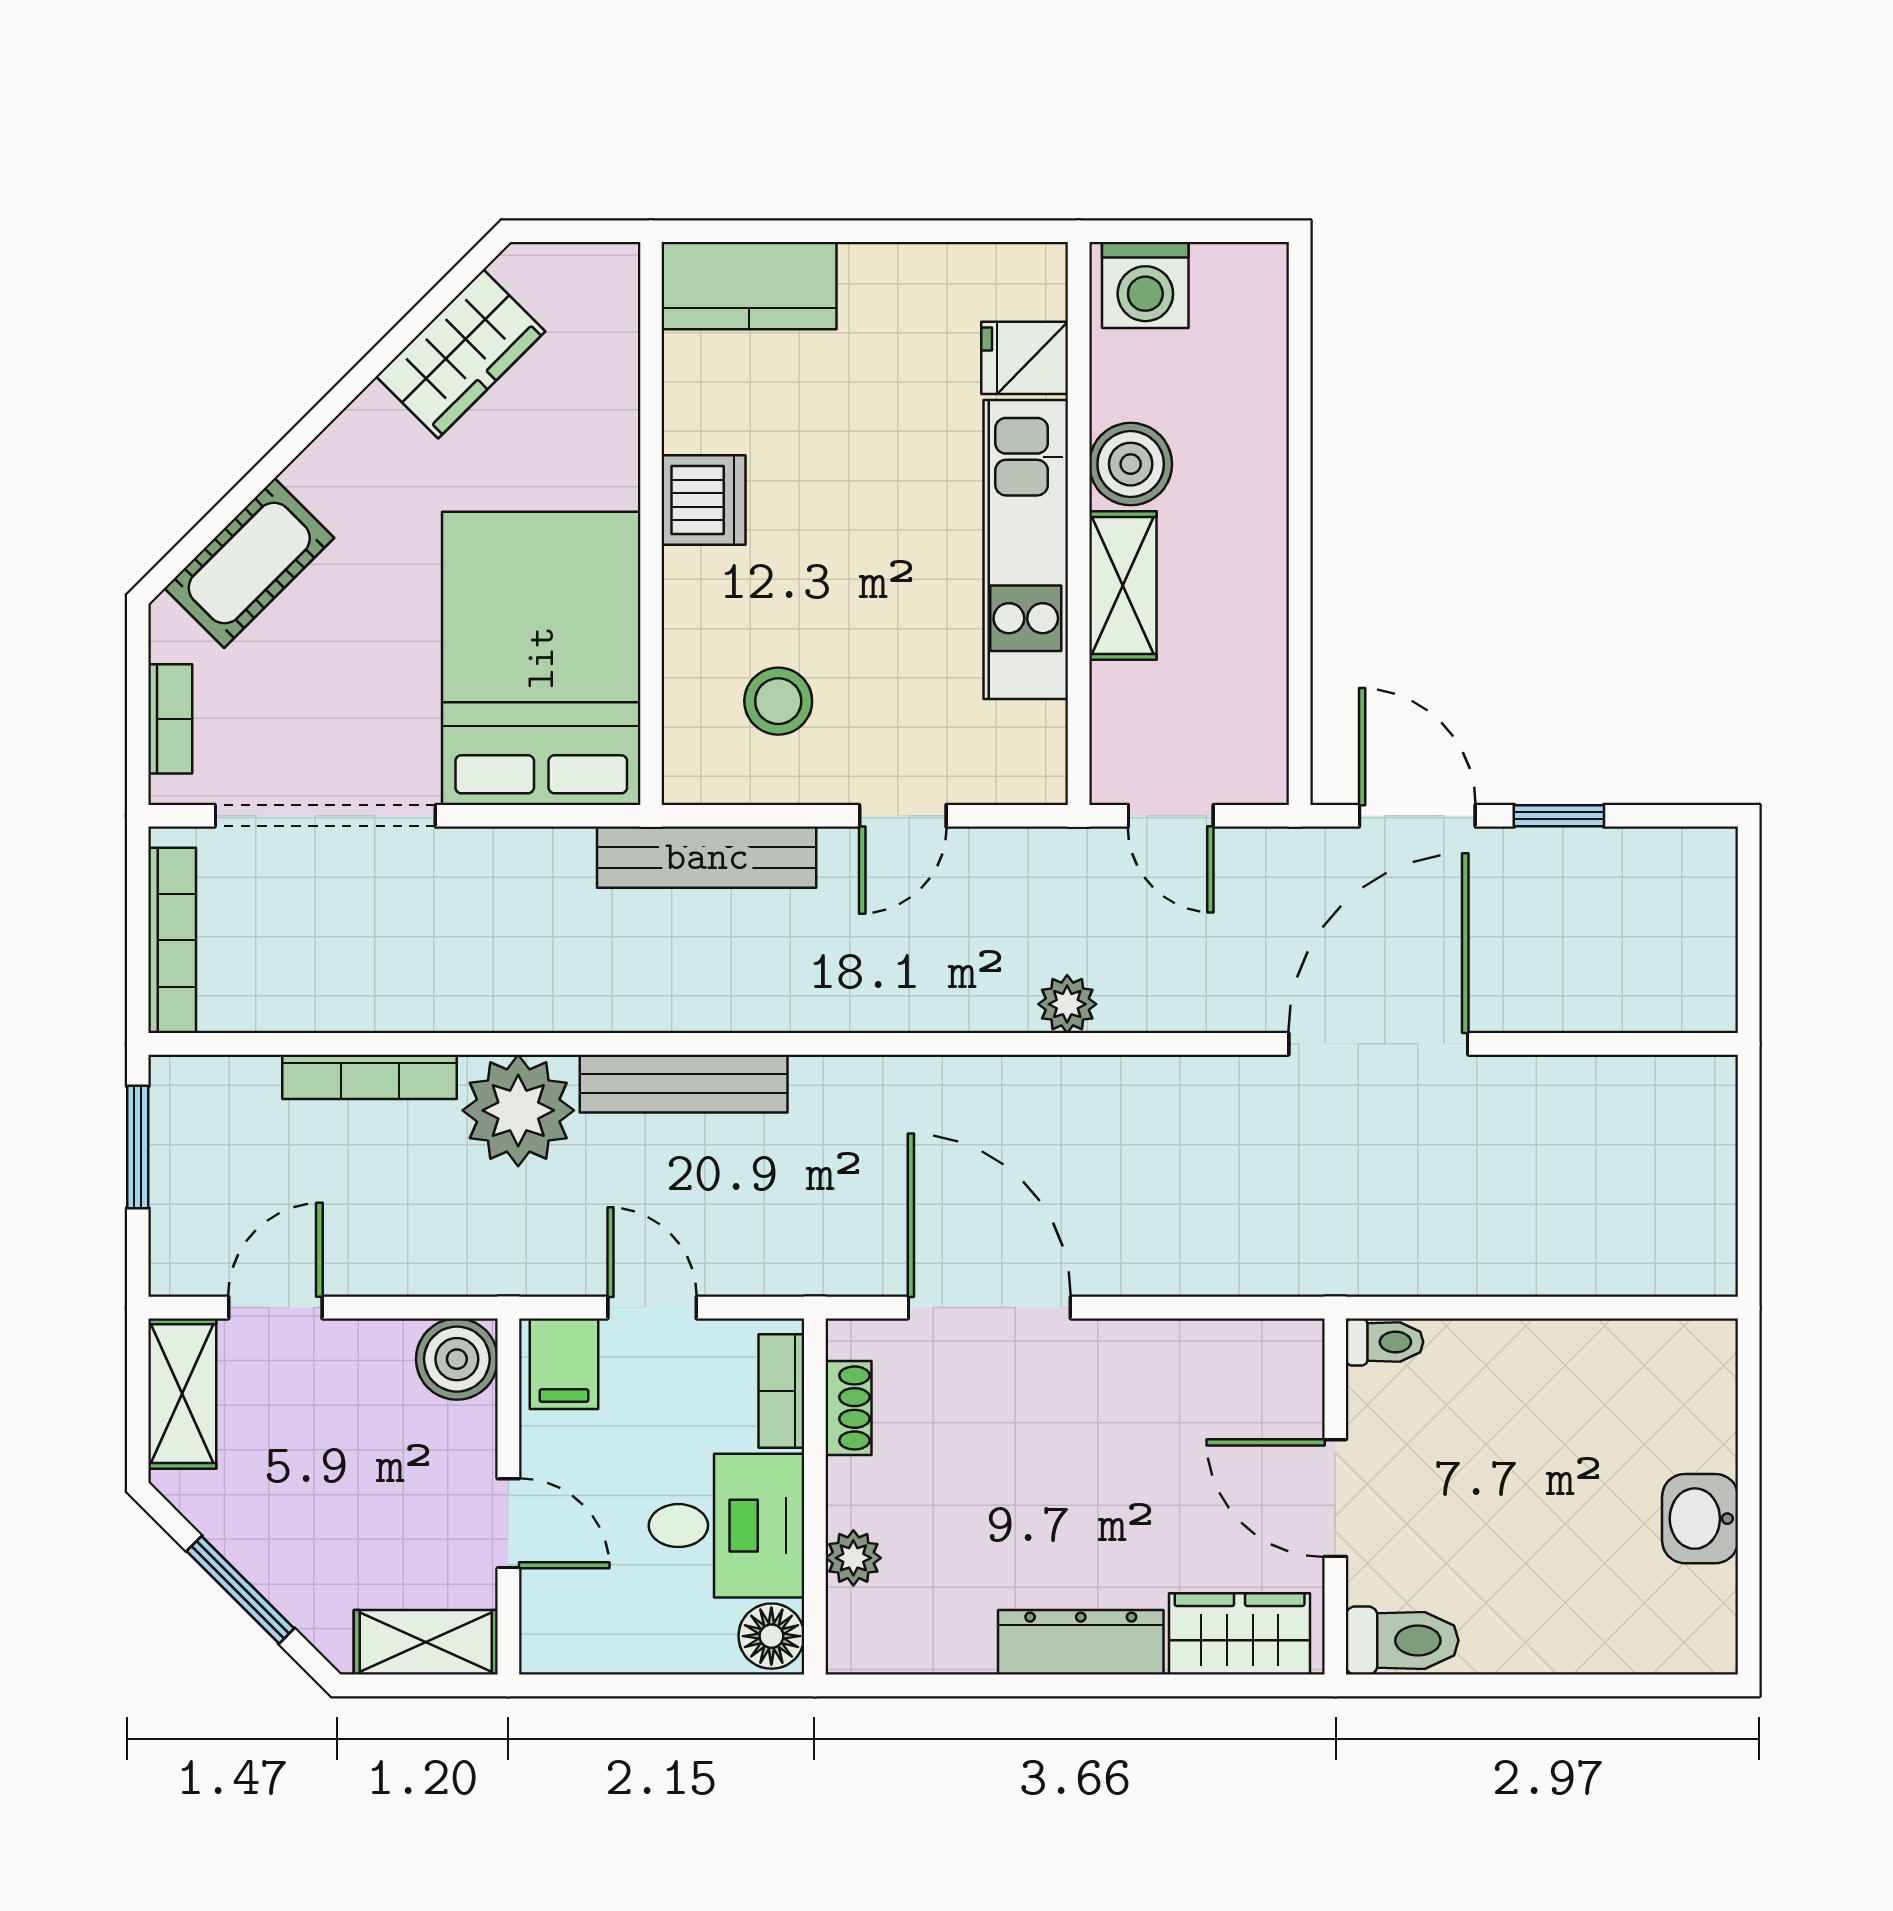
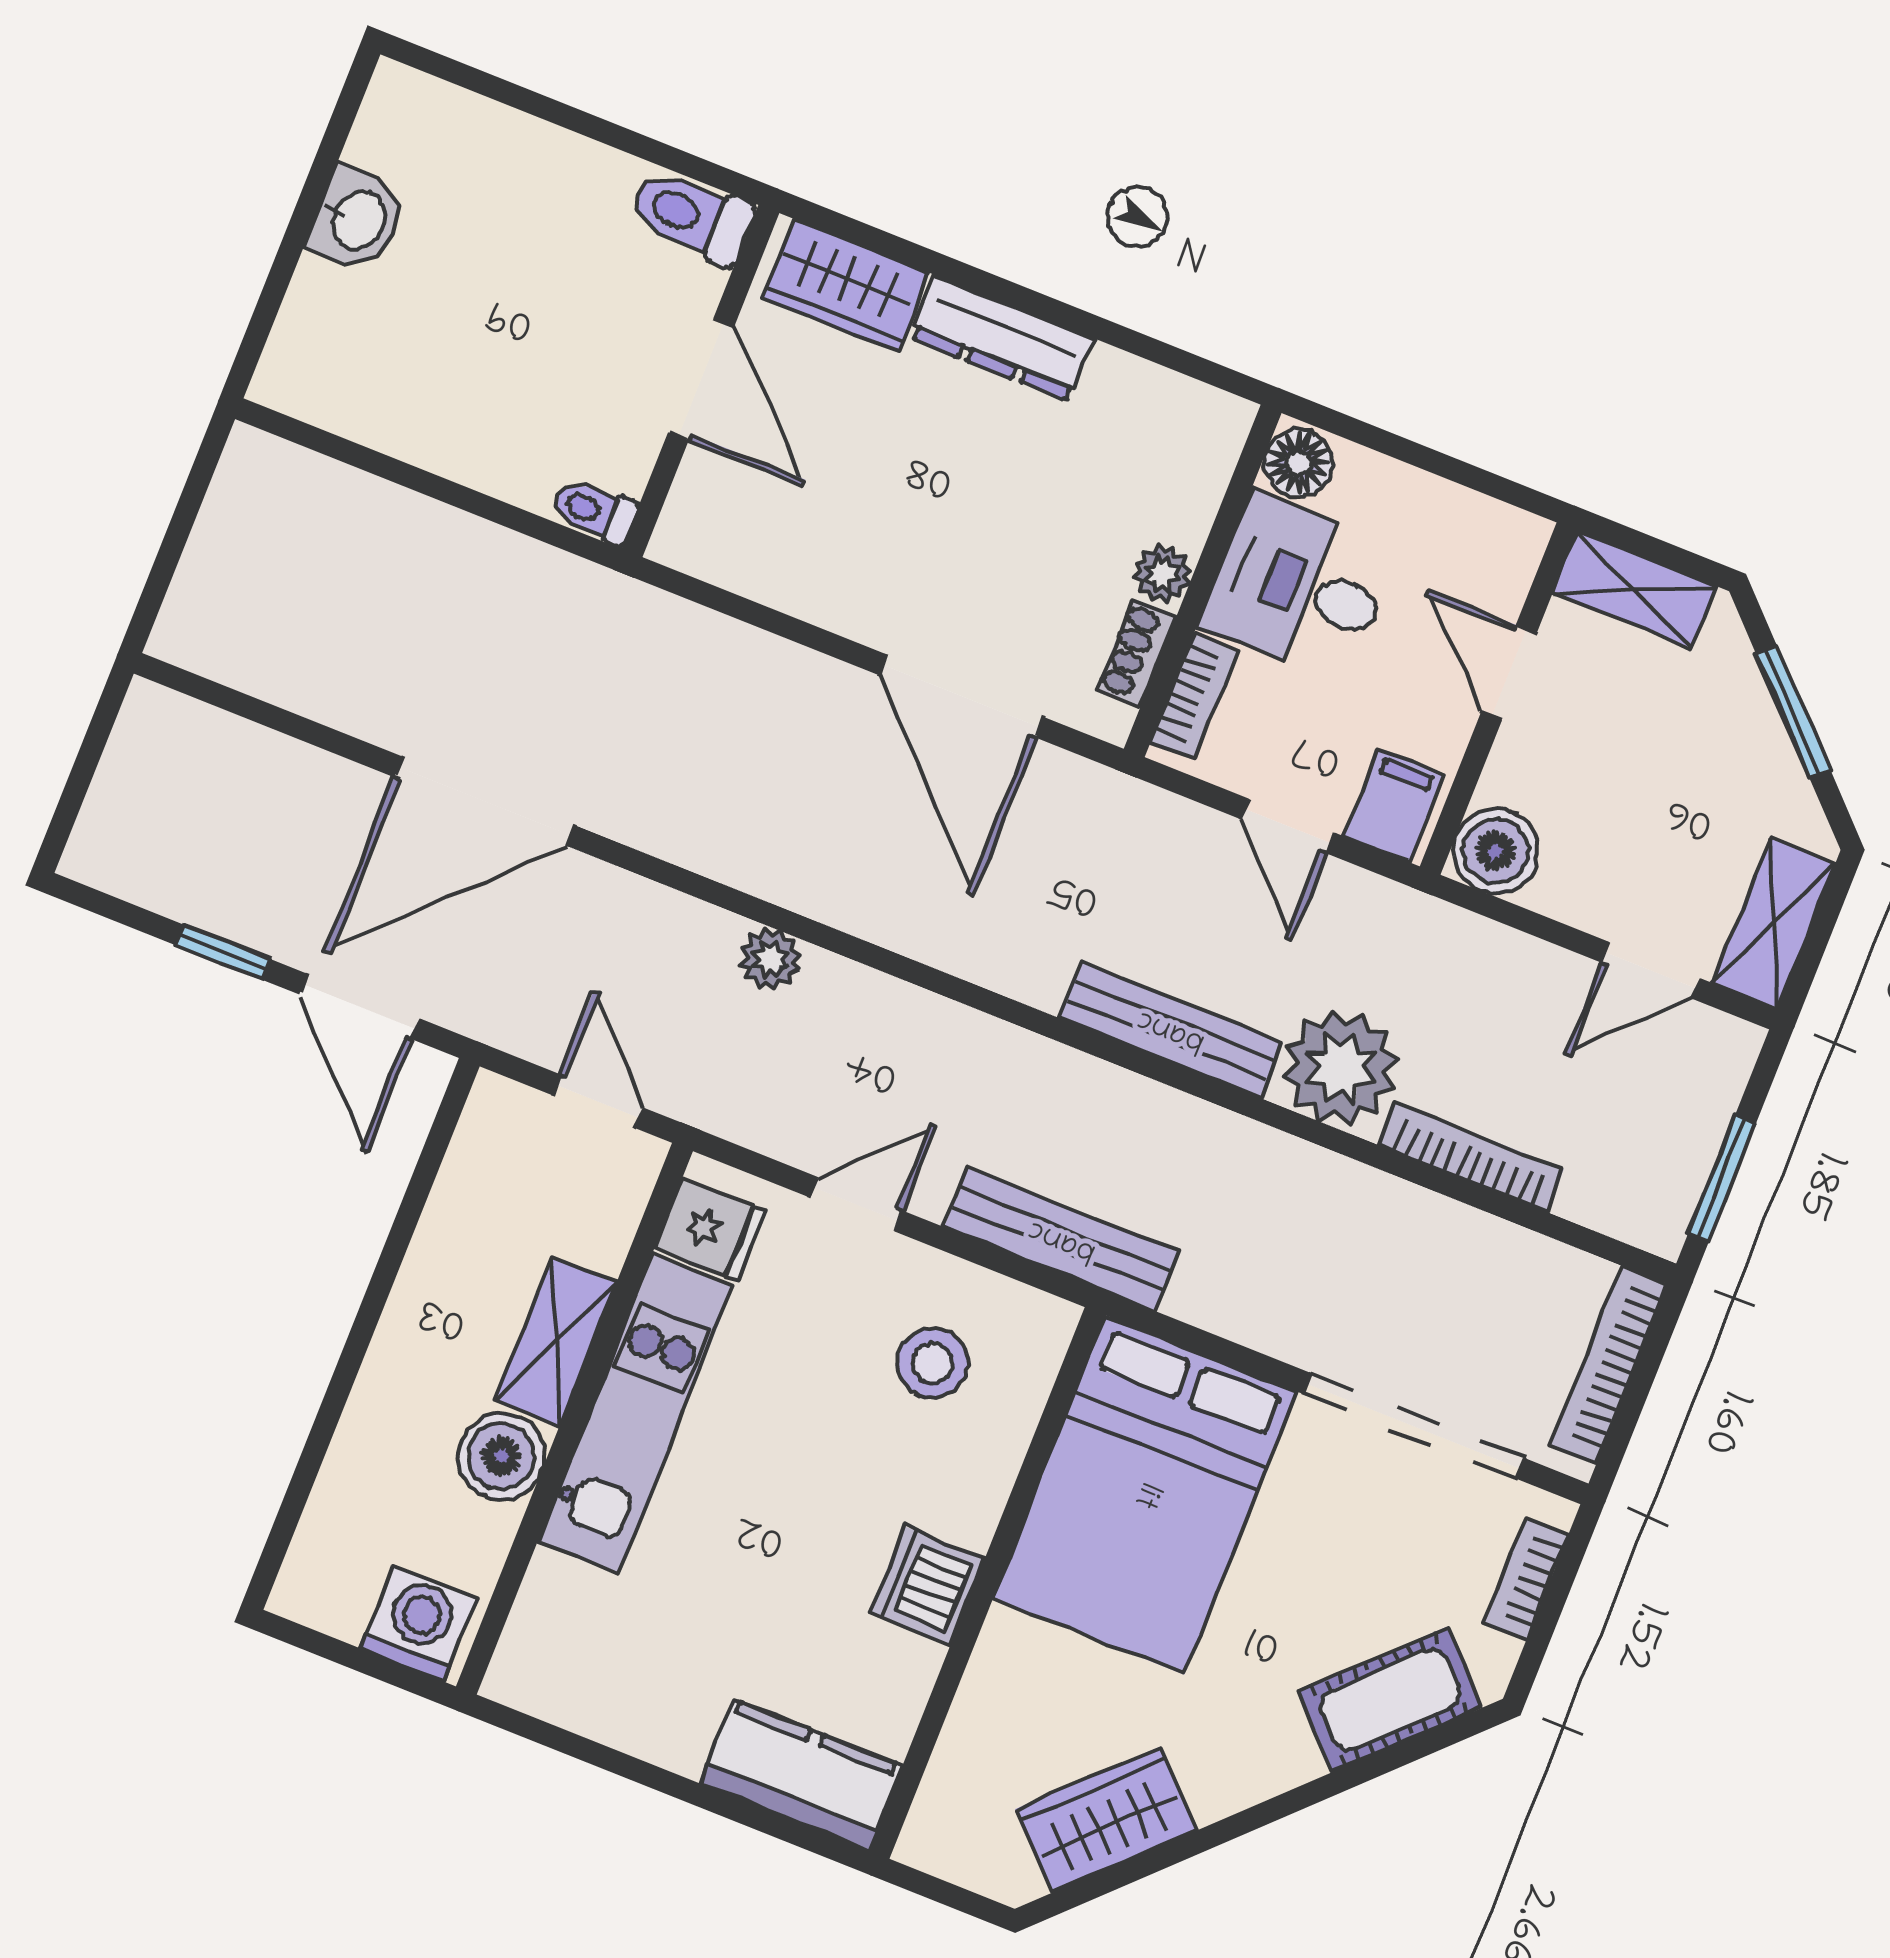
fridge: (1025, 358) -> (710, 1230), moved
plant: (853, 1558) -> (1163, 574), moved

